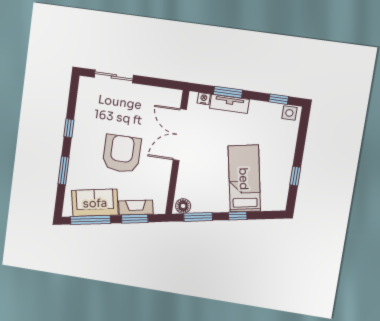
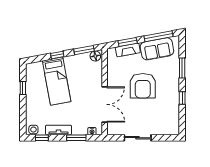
sliding door: (114, 76) -> (138, 138), moved
tv unit: (229, 104) -> (59, 130), moved

